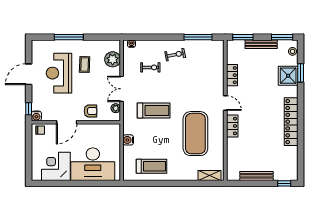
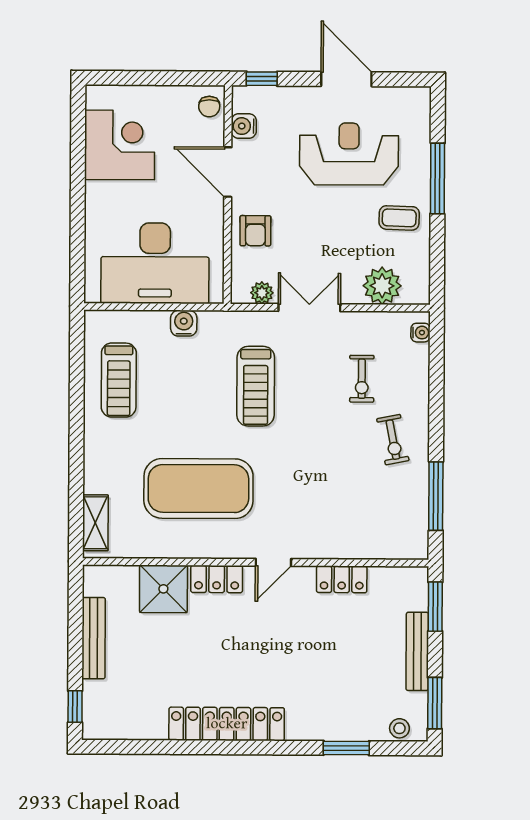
coffee table: (85, 64) -> (399, 218), moved
shower: (288, 76) -> (163, 589), moved
water cooler: (36, 116) -> (244, 126), moved
desk: (93, 164) -> (155, 263), moved, turned -90

